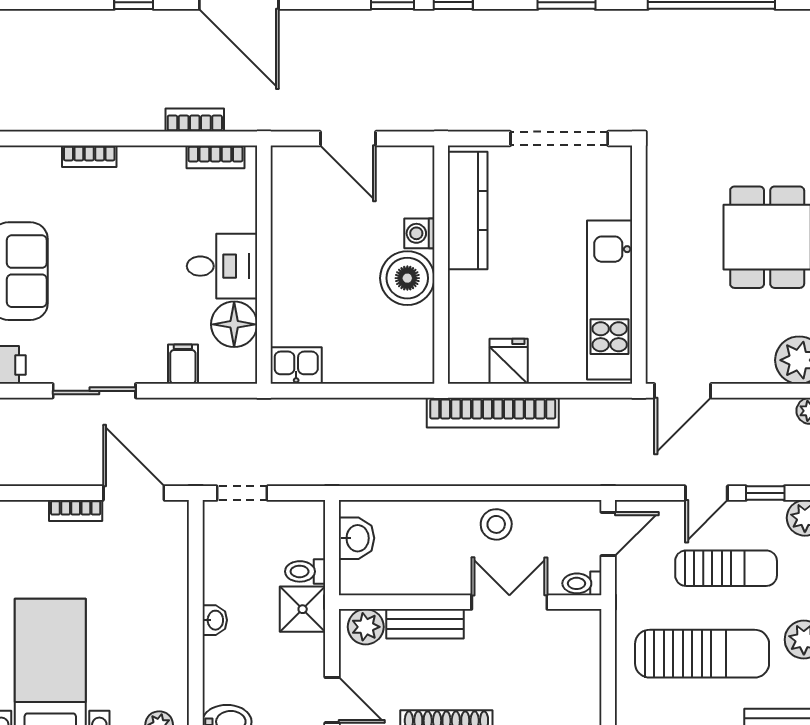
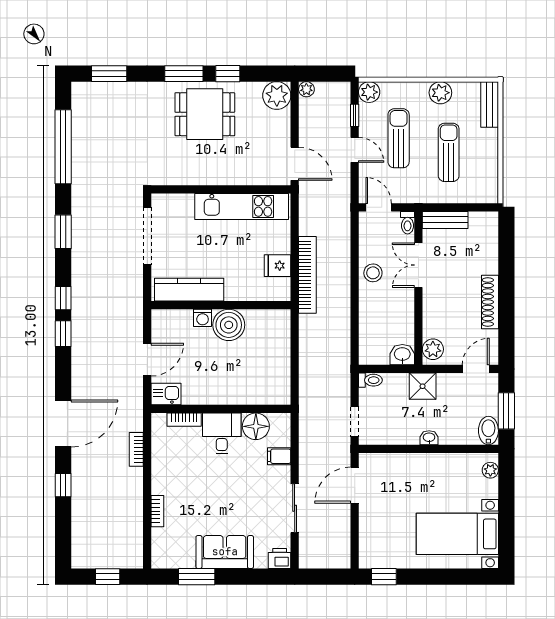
bookcase: (215, 157) -> (184, 420), moved, turned 90
kitchen sink: (296, 365) -> (166, 394), moved, turned 90
bookcase: (76, 510) -> (365, 519), removed
washbasin: (357, 538) -> (402, 355), moved
toilet: (305, 571) -> (370, 380), moved, turned -90
bench: (425, 624) -> (445, 220), moved, turned 90
sun lounger: (702, 654) -> (449, 152), width x0.73, depth x0.75

